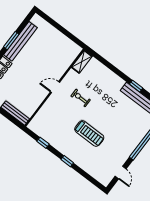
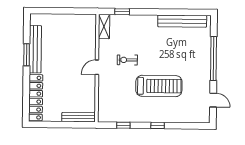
window: (136, 86) -> (122, 12), moved
treadmill: (89, 134) -> (159, 86), width x1.37, depth x1.38

